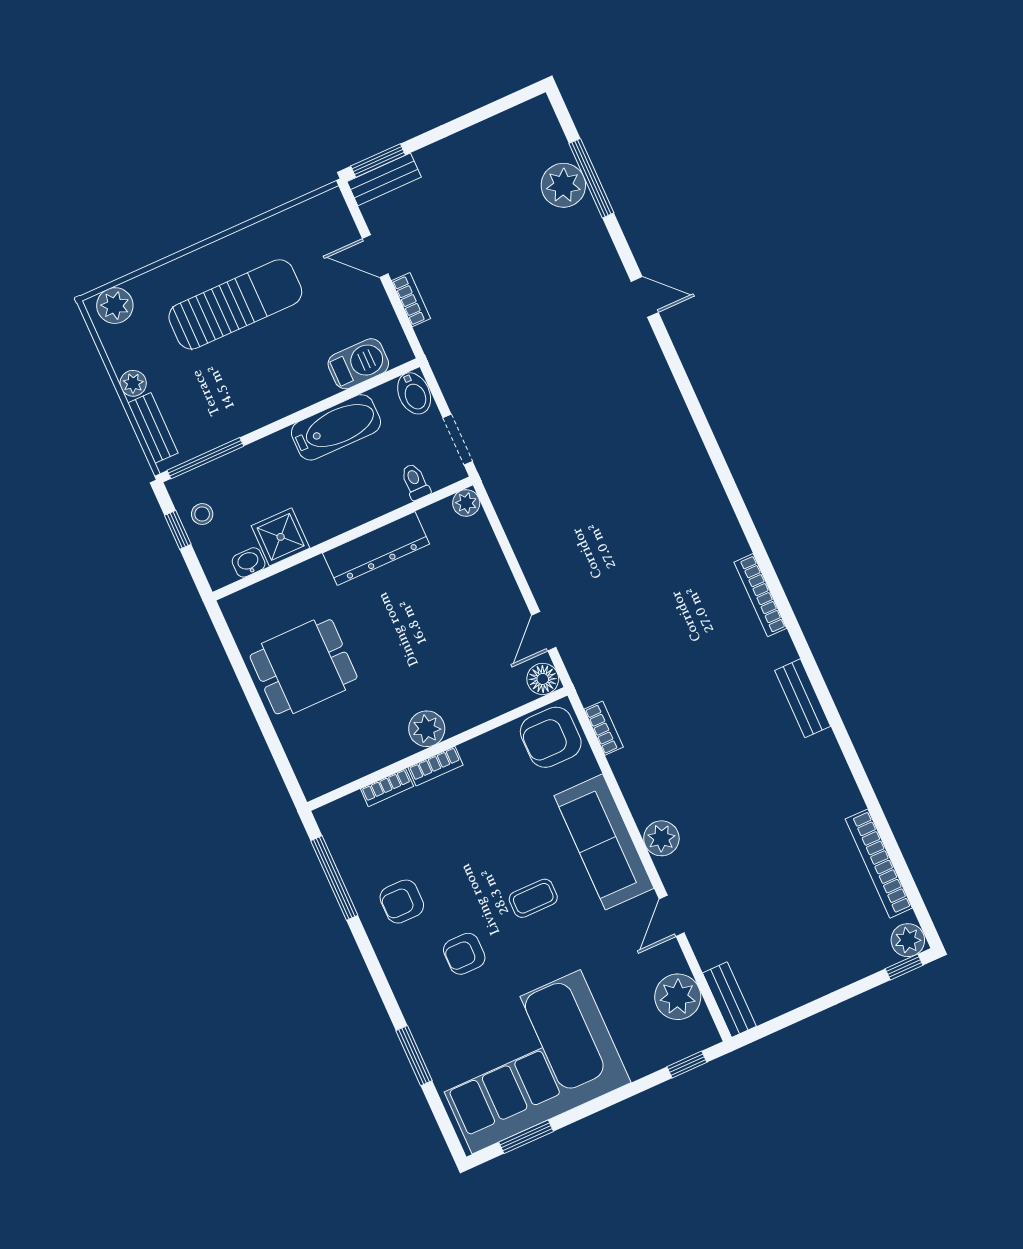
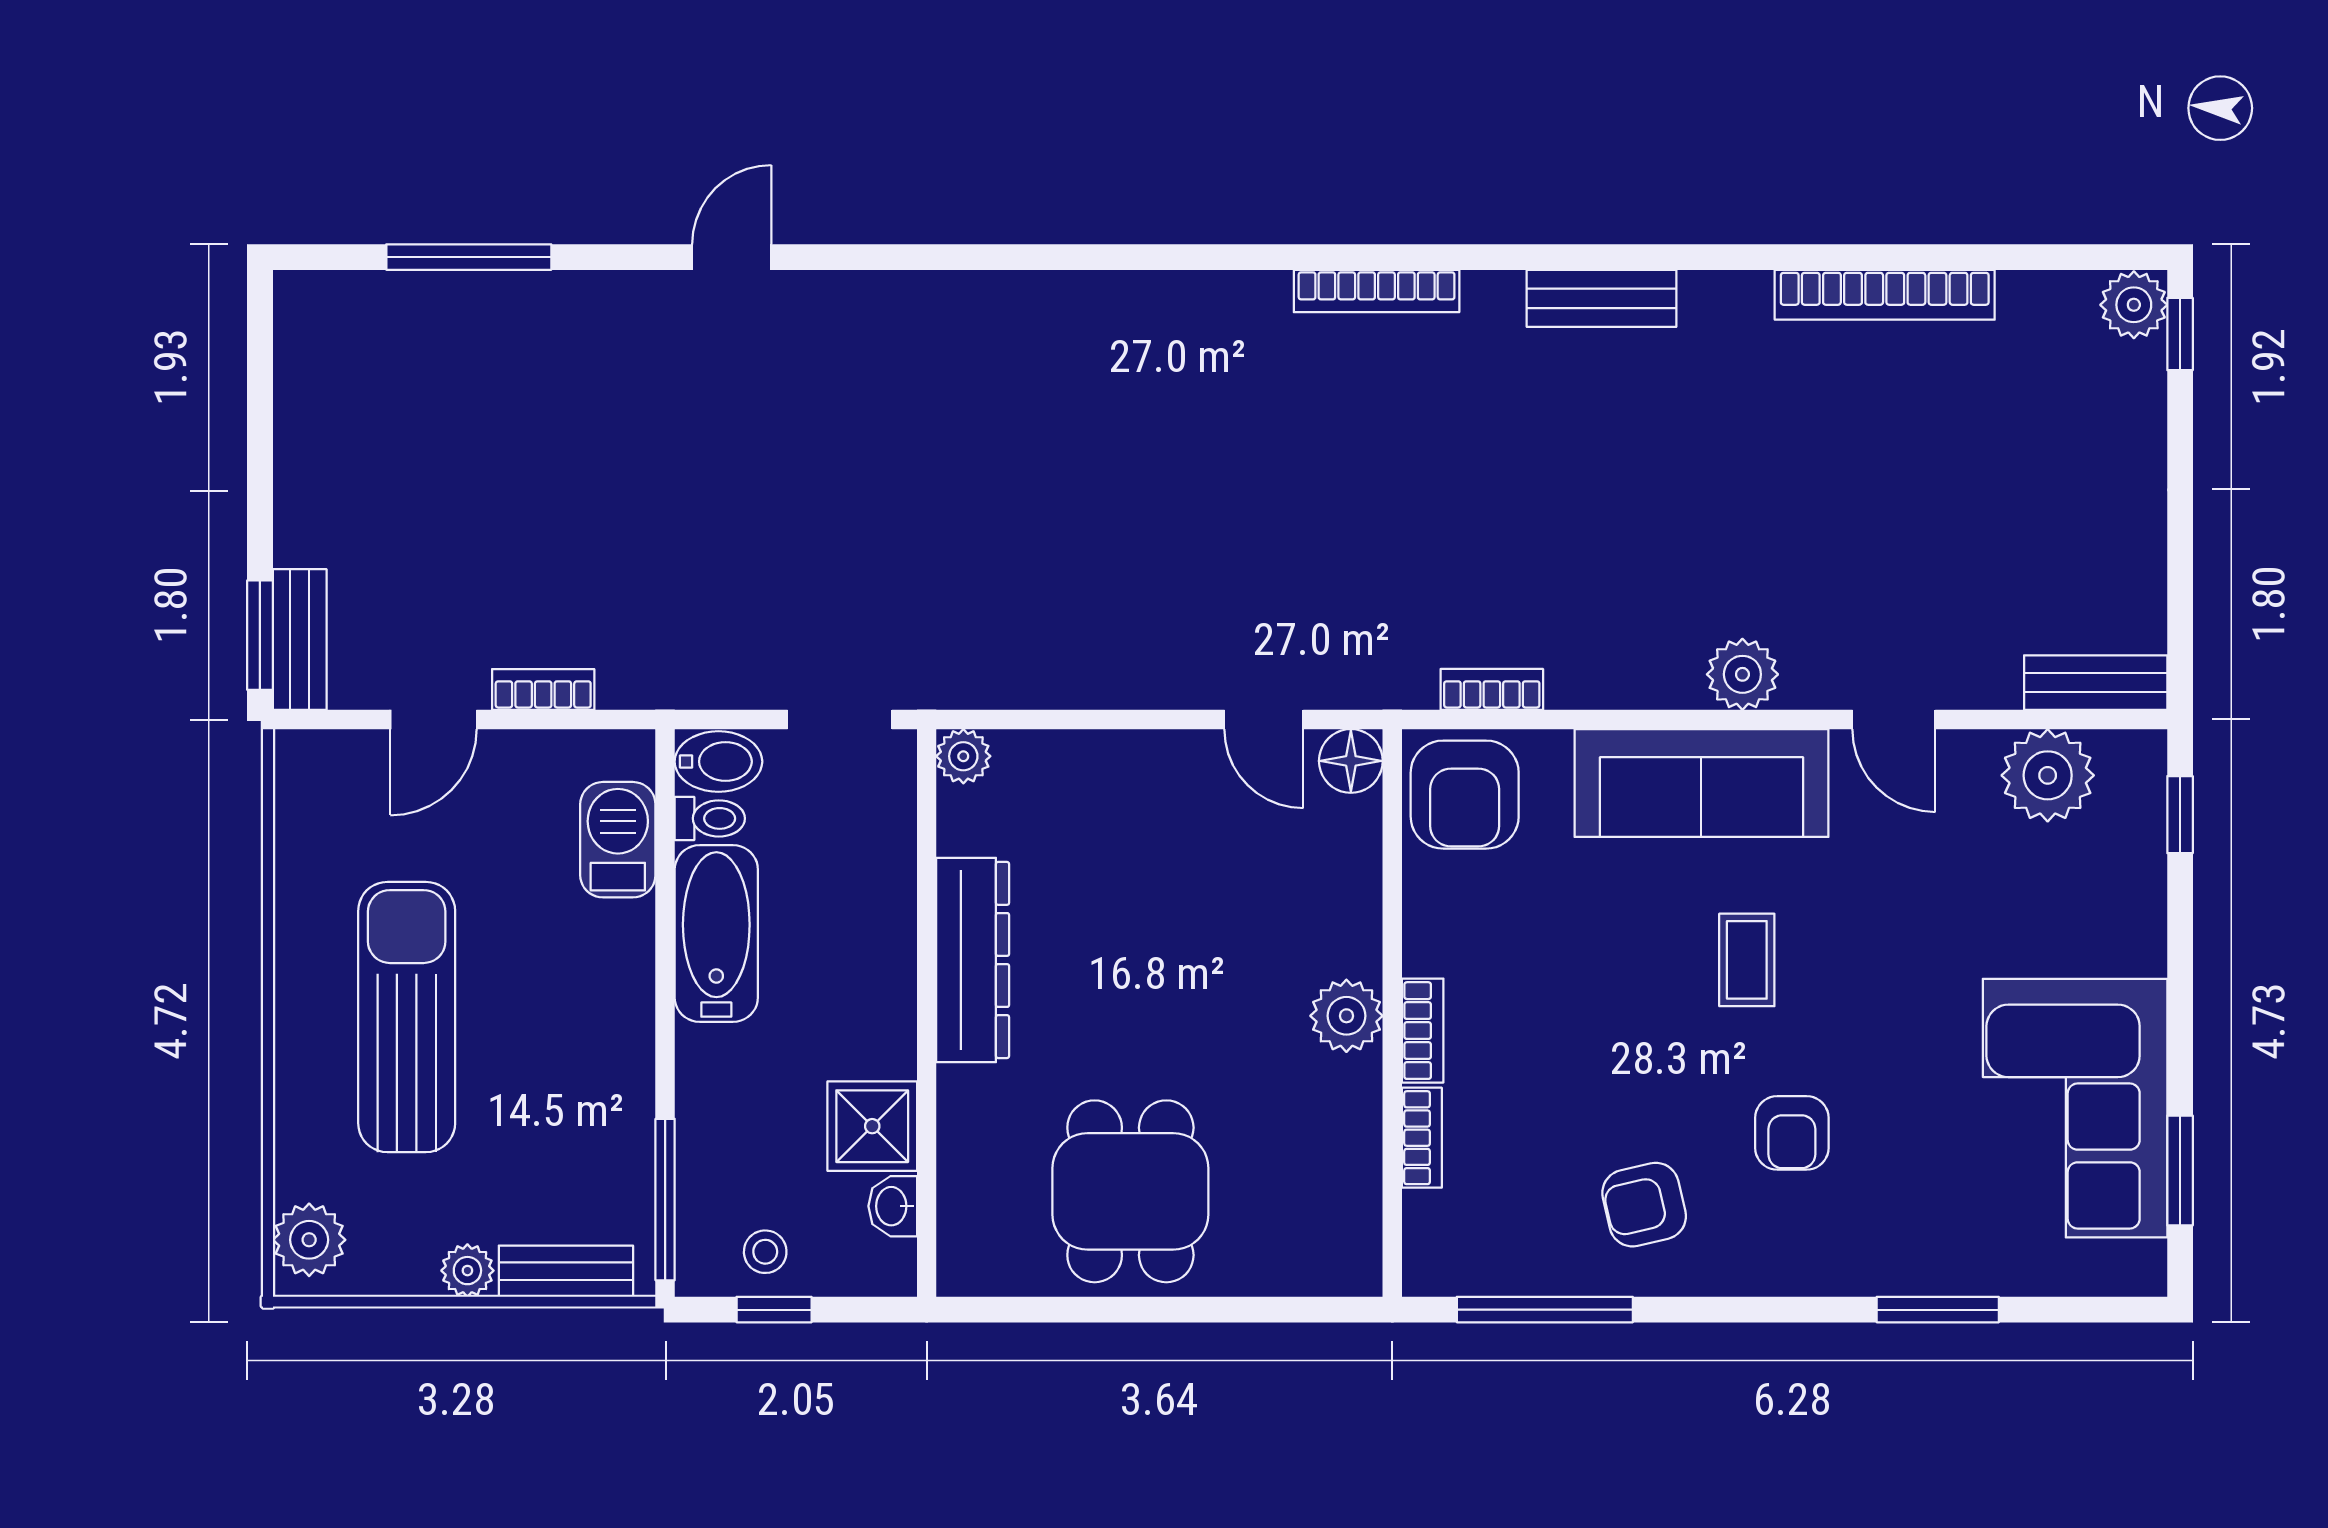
plant: (563, 185) -> (459, 314), removed
toilet: (415, 482) -> (710, 818), moved, turned 180
bookcase: (879, 864) -> (1885, 295), moved
armchair: (402, 902) -> (1644, 1205), turned 77
corner sofa: (526, 1062) -> (2075, 1108), width x0.73, depth x0.74

